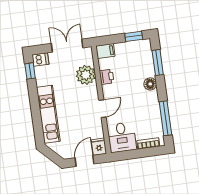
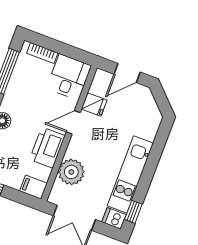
printer: (107, 77) -> (47, 148), width x1.87, depth x1.48
kitchen unit: (48, 114) -> (130, 174), moved
fridge: (99, 147) -> (94, 104), moved, turned -90

